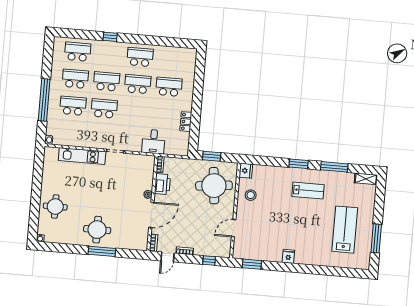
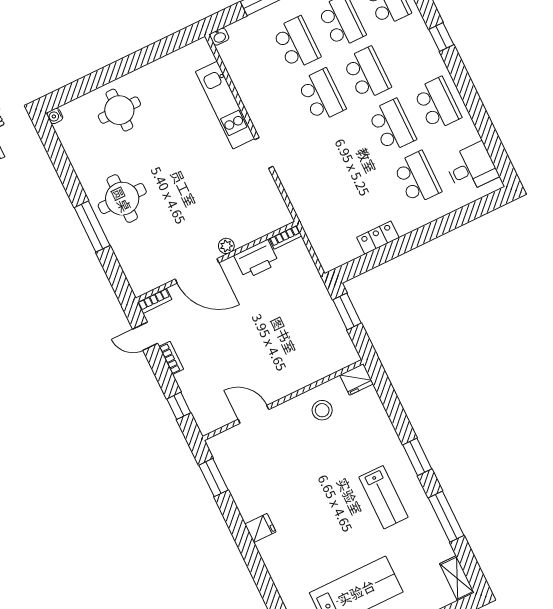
desk: (153, 142) -> (472, 168), moved, turned 180
round table: (214, 186) -> (303, 343), removed

